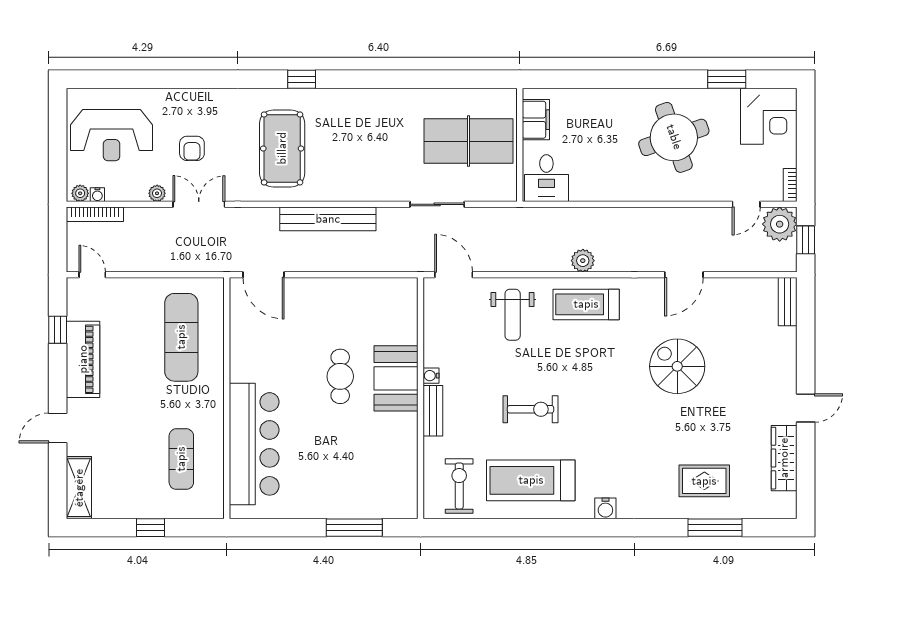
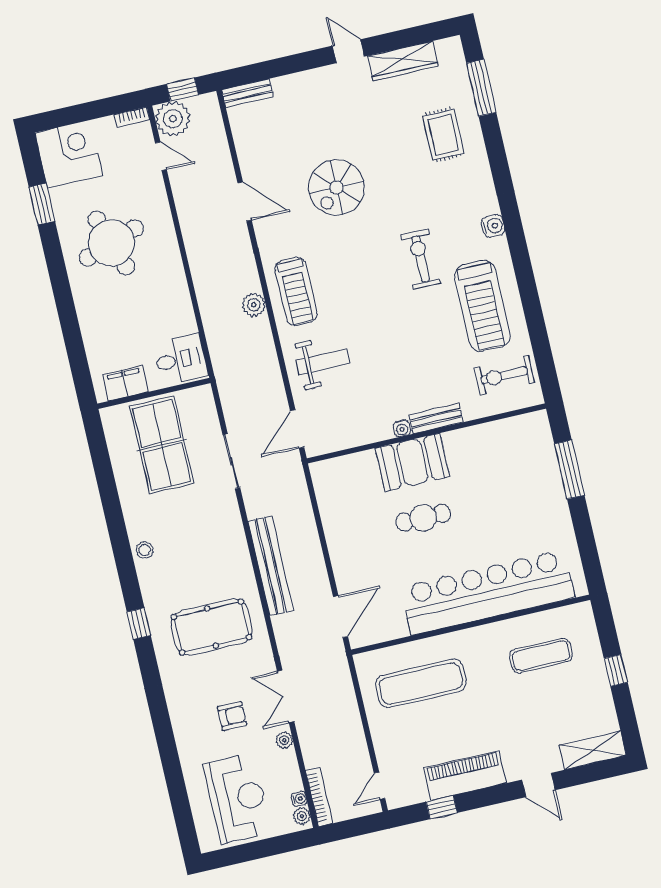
stool: (371, 101) -> (145, 550), added
exercise bike: (530, 409) -> (421, 259), moved
bar counter: (254, 444) -> (488, 592), width x1.36
window: (715, 528) -> (481, 88), moved

